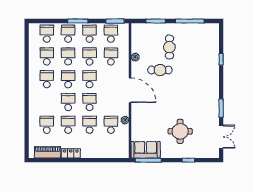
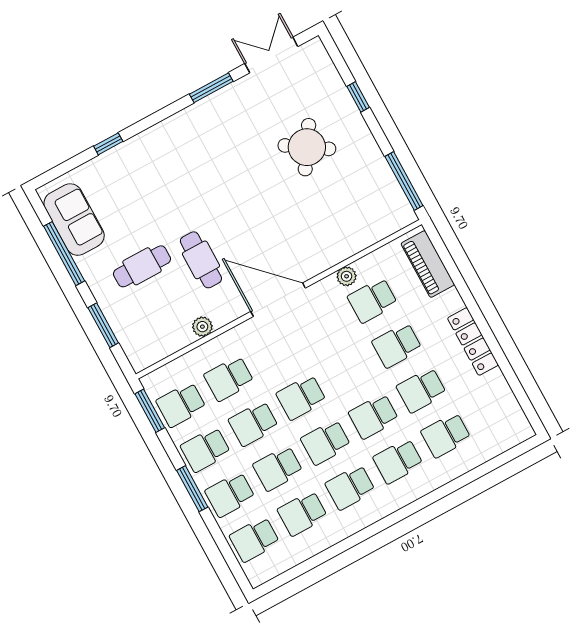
door: (130, 90) -> (278, 300), hinge flipped
school desk: (90, 102) -> (398, 461), moved
round table: (180, 131) -> (307, 147), turned 33
sofa: (146, 150) -> (74, 220), moved, turned 180
piano: (47, 152) -> (428, 264), moved
locker: (71, 153) -> (473, 342), width x1.53

